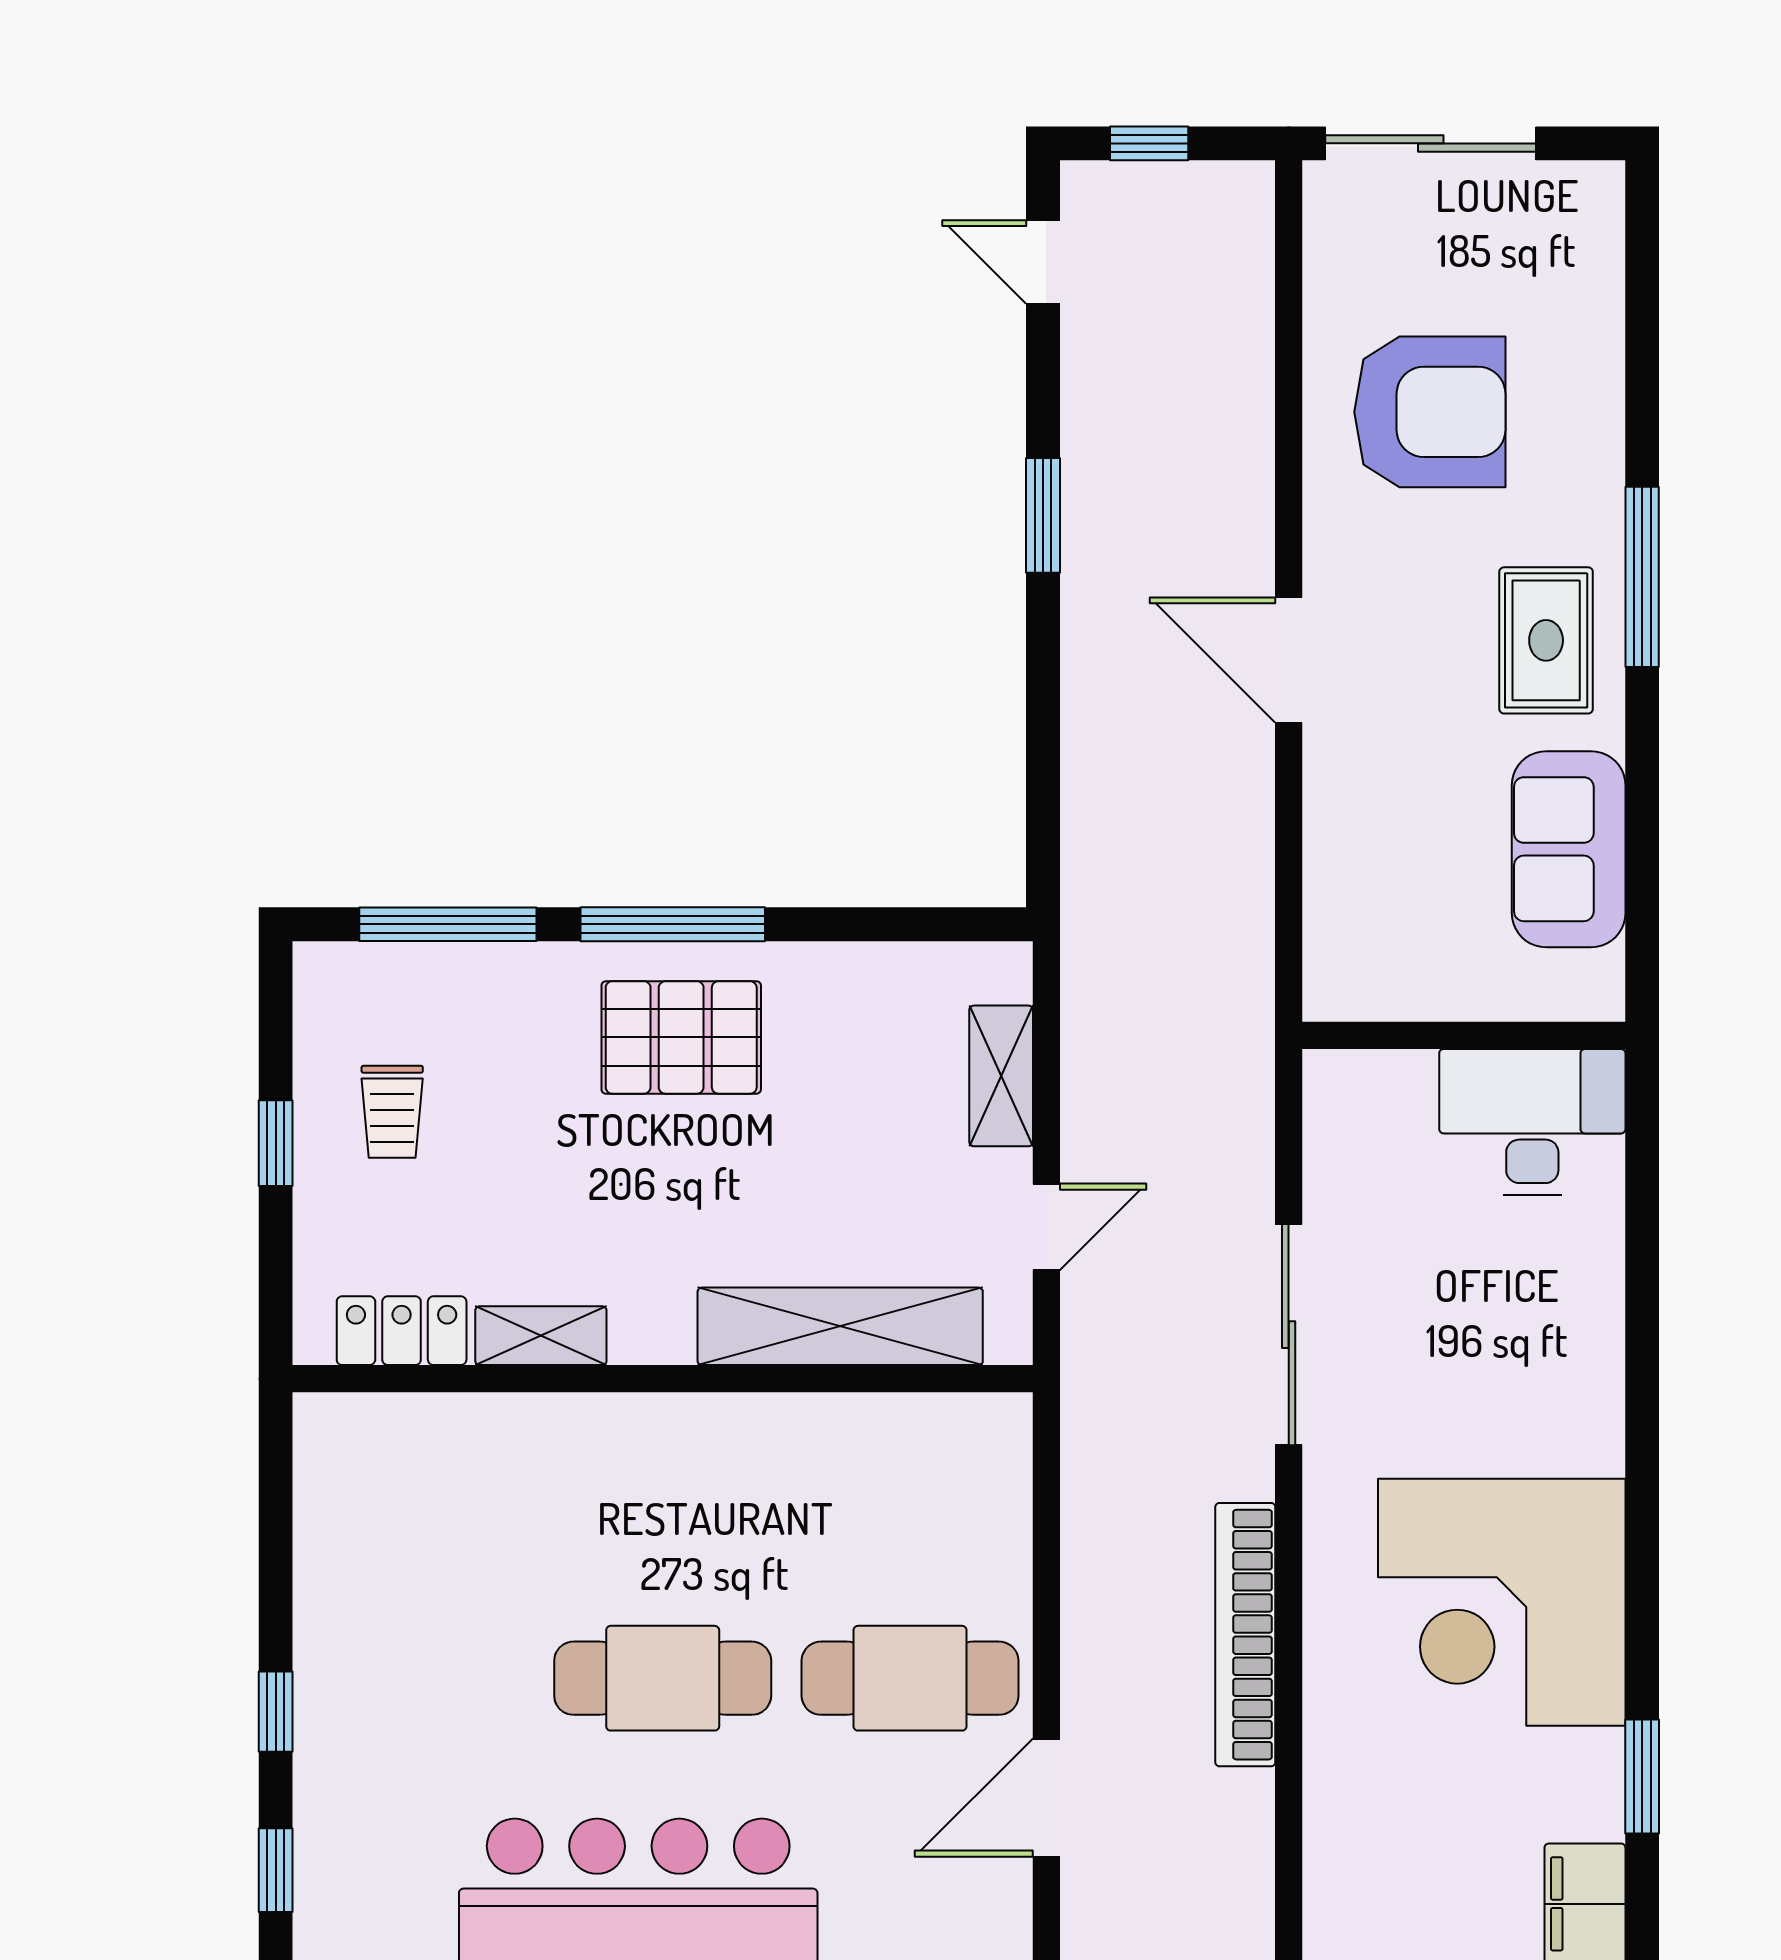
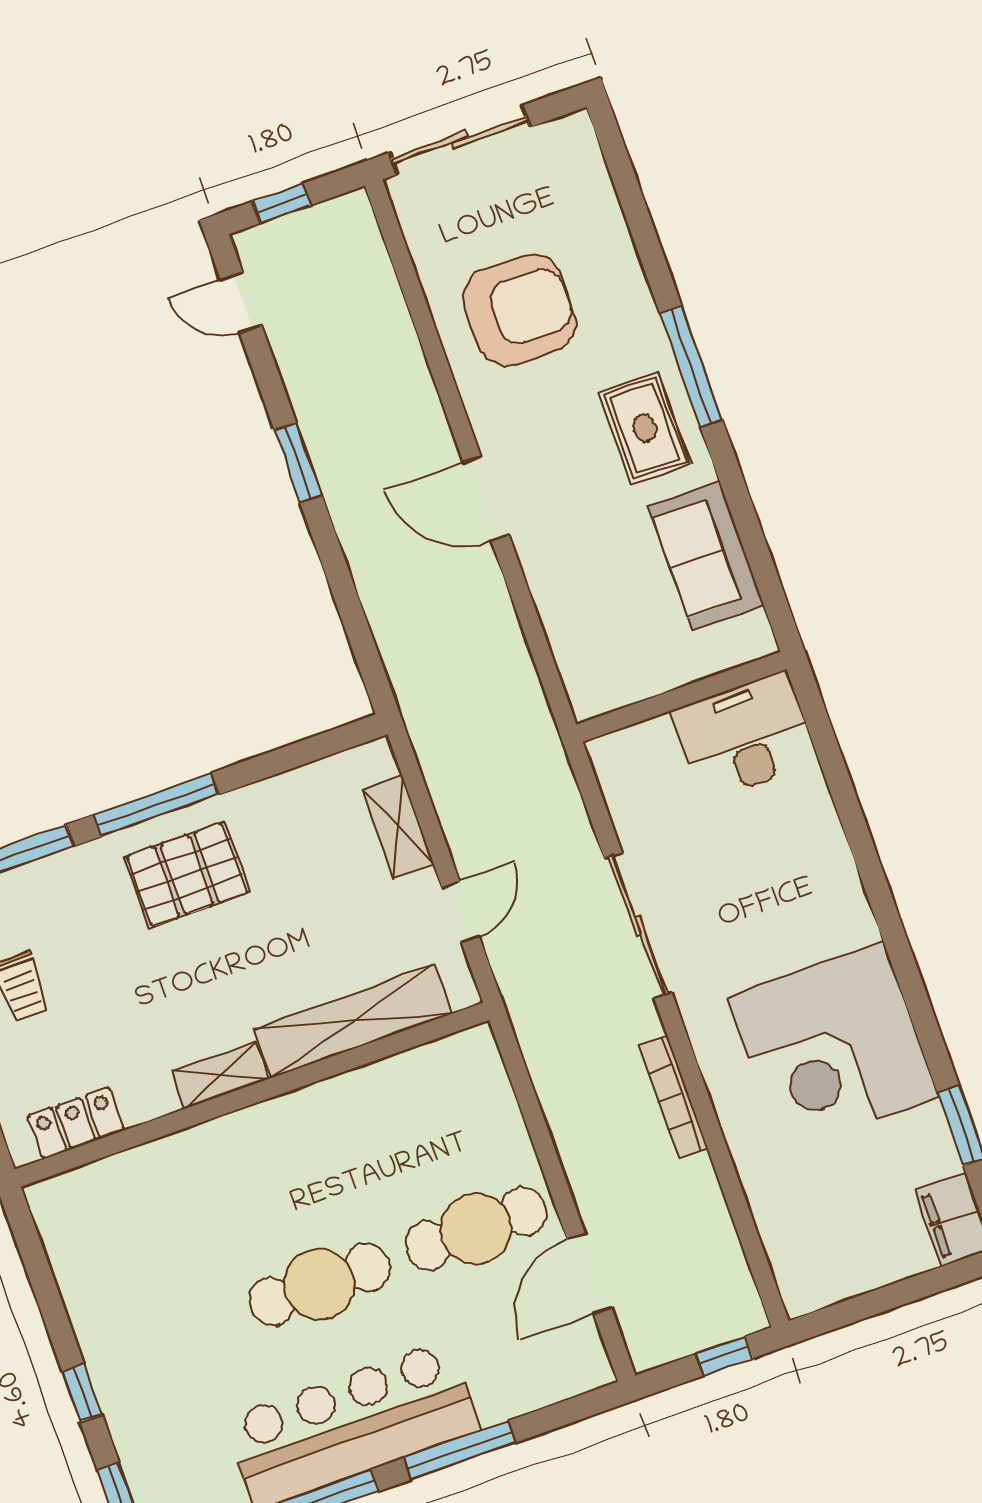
shelving: (541, 1336) -> (220, 1076), moved
bookcase: (1245, 1635) -> (673, 1097), width x0.68, depth x0.76

